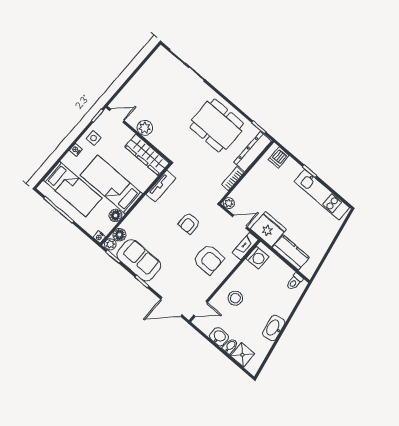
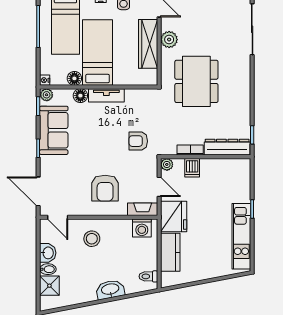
dining table: (217, 125) -> (196, 81), moved
wardrobe: (147, 155) -> (148, 44), moved
dishwasher: (279, 158) -> (192, 168), moved, turned -90
tv unit: (161, 186) -> (106, 95), moved
armchair: (189, 223) -> (138, 141), moved
floor lamp: (119, 235) -> (80, 96), moved
washbasin: (274, 328) -> (110, 290), moved

